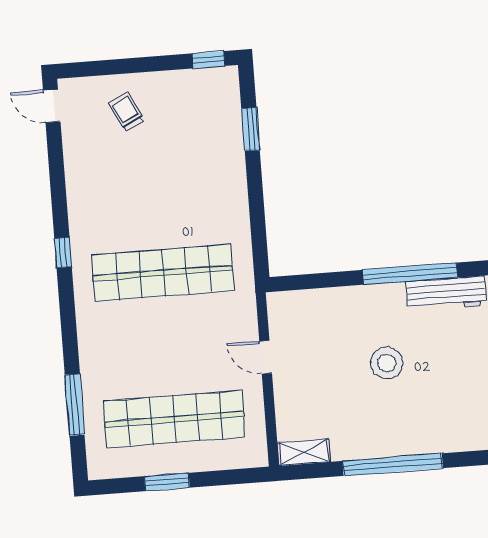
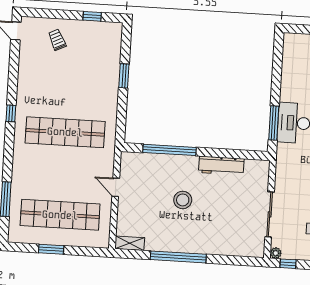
window: (208, 60) -> (92, 16), moved
window: (251, 129) -> (124, 76), moved
window: (410, 274) -> (170, 150), moved

